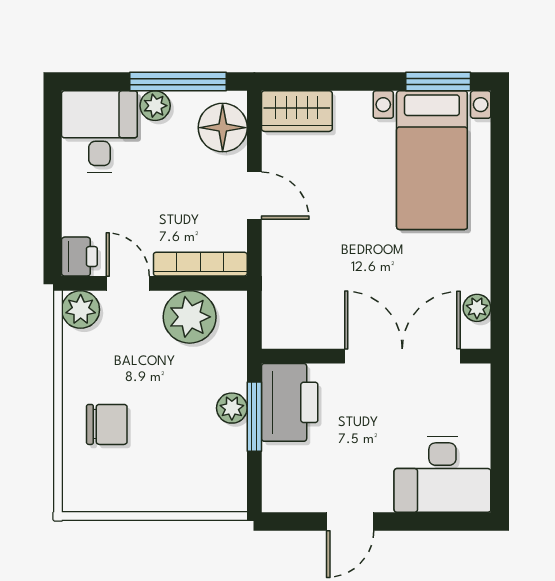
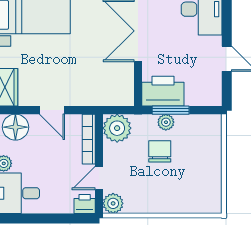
door: (254, 196) -> (52, 110), swing flipped
plant: (190, 317) -> (117, 128), moved
chair: (107, 424) -> (160, 151), moved

